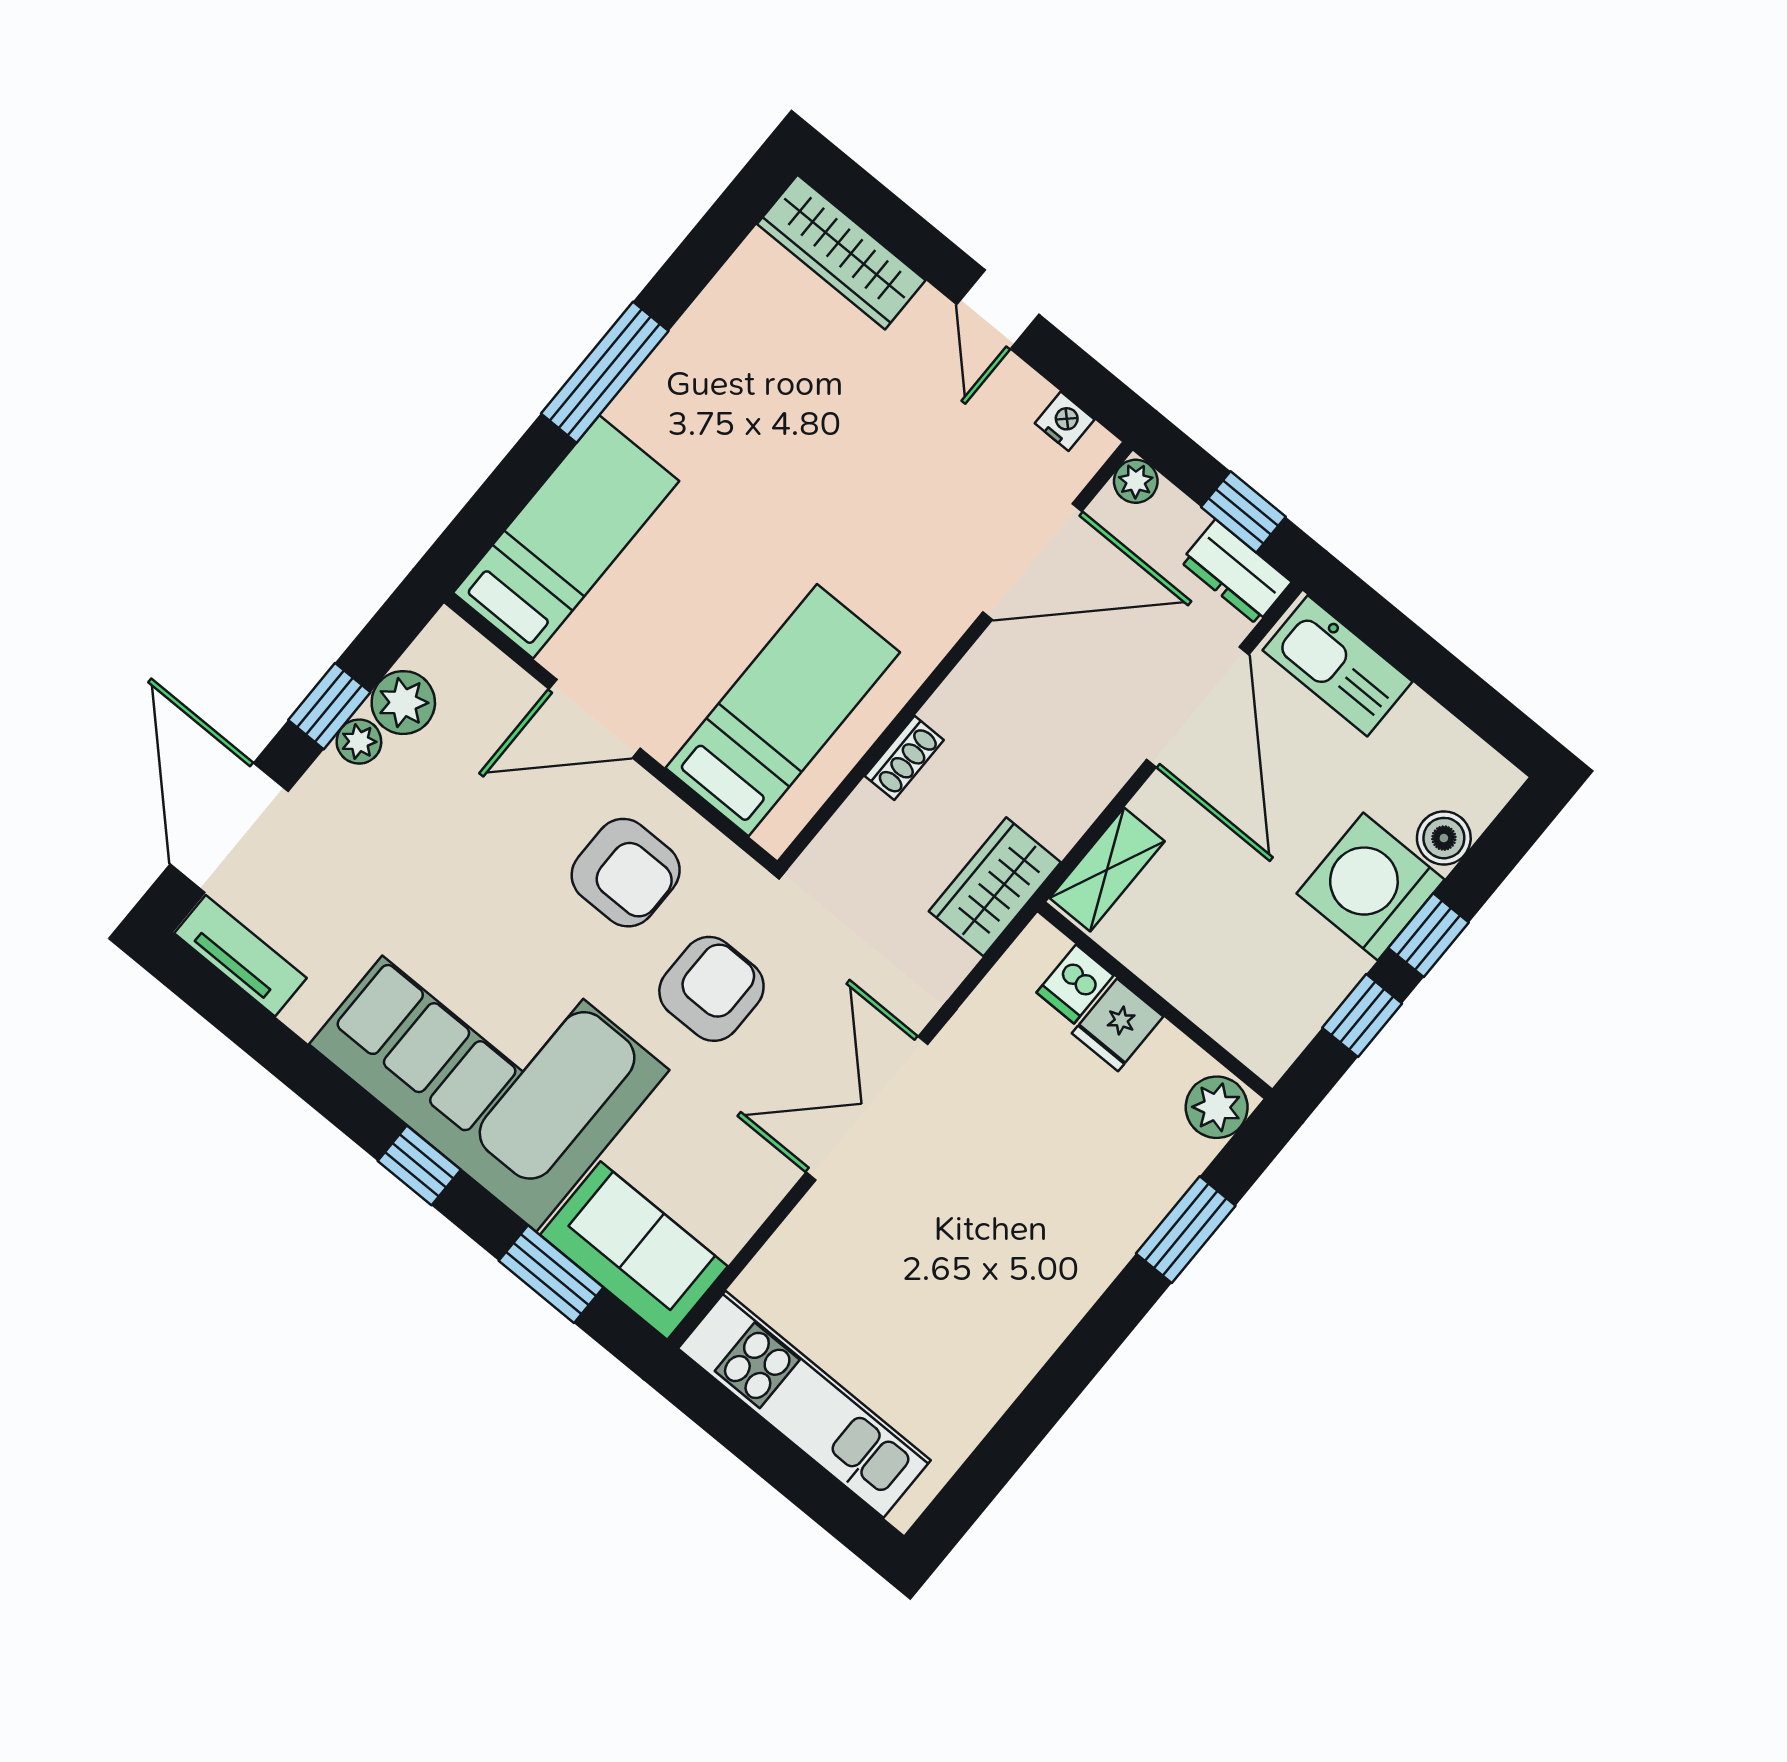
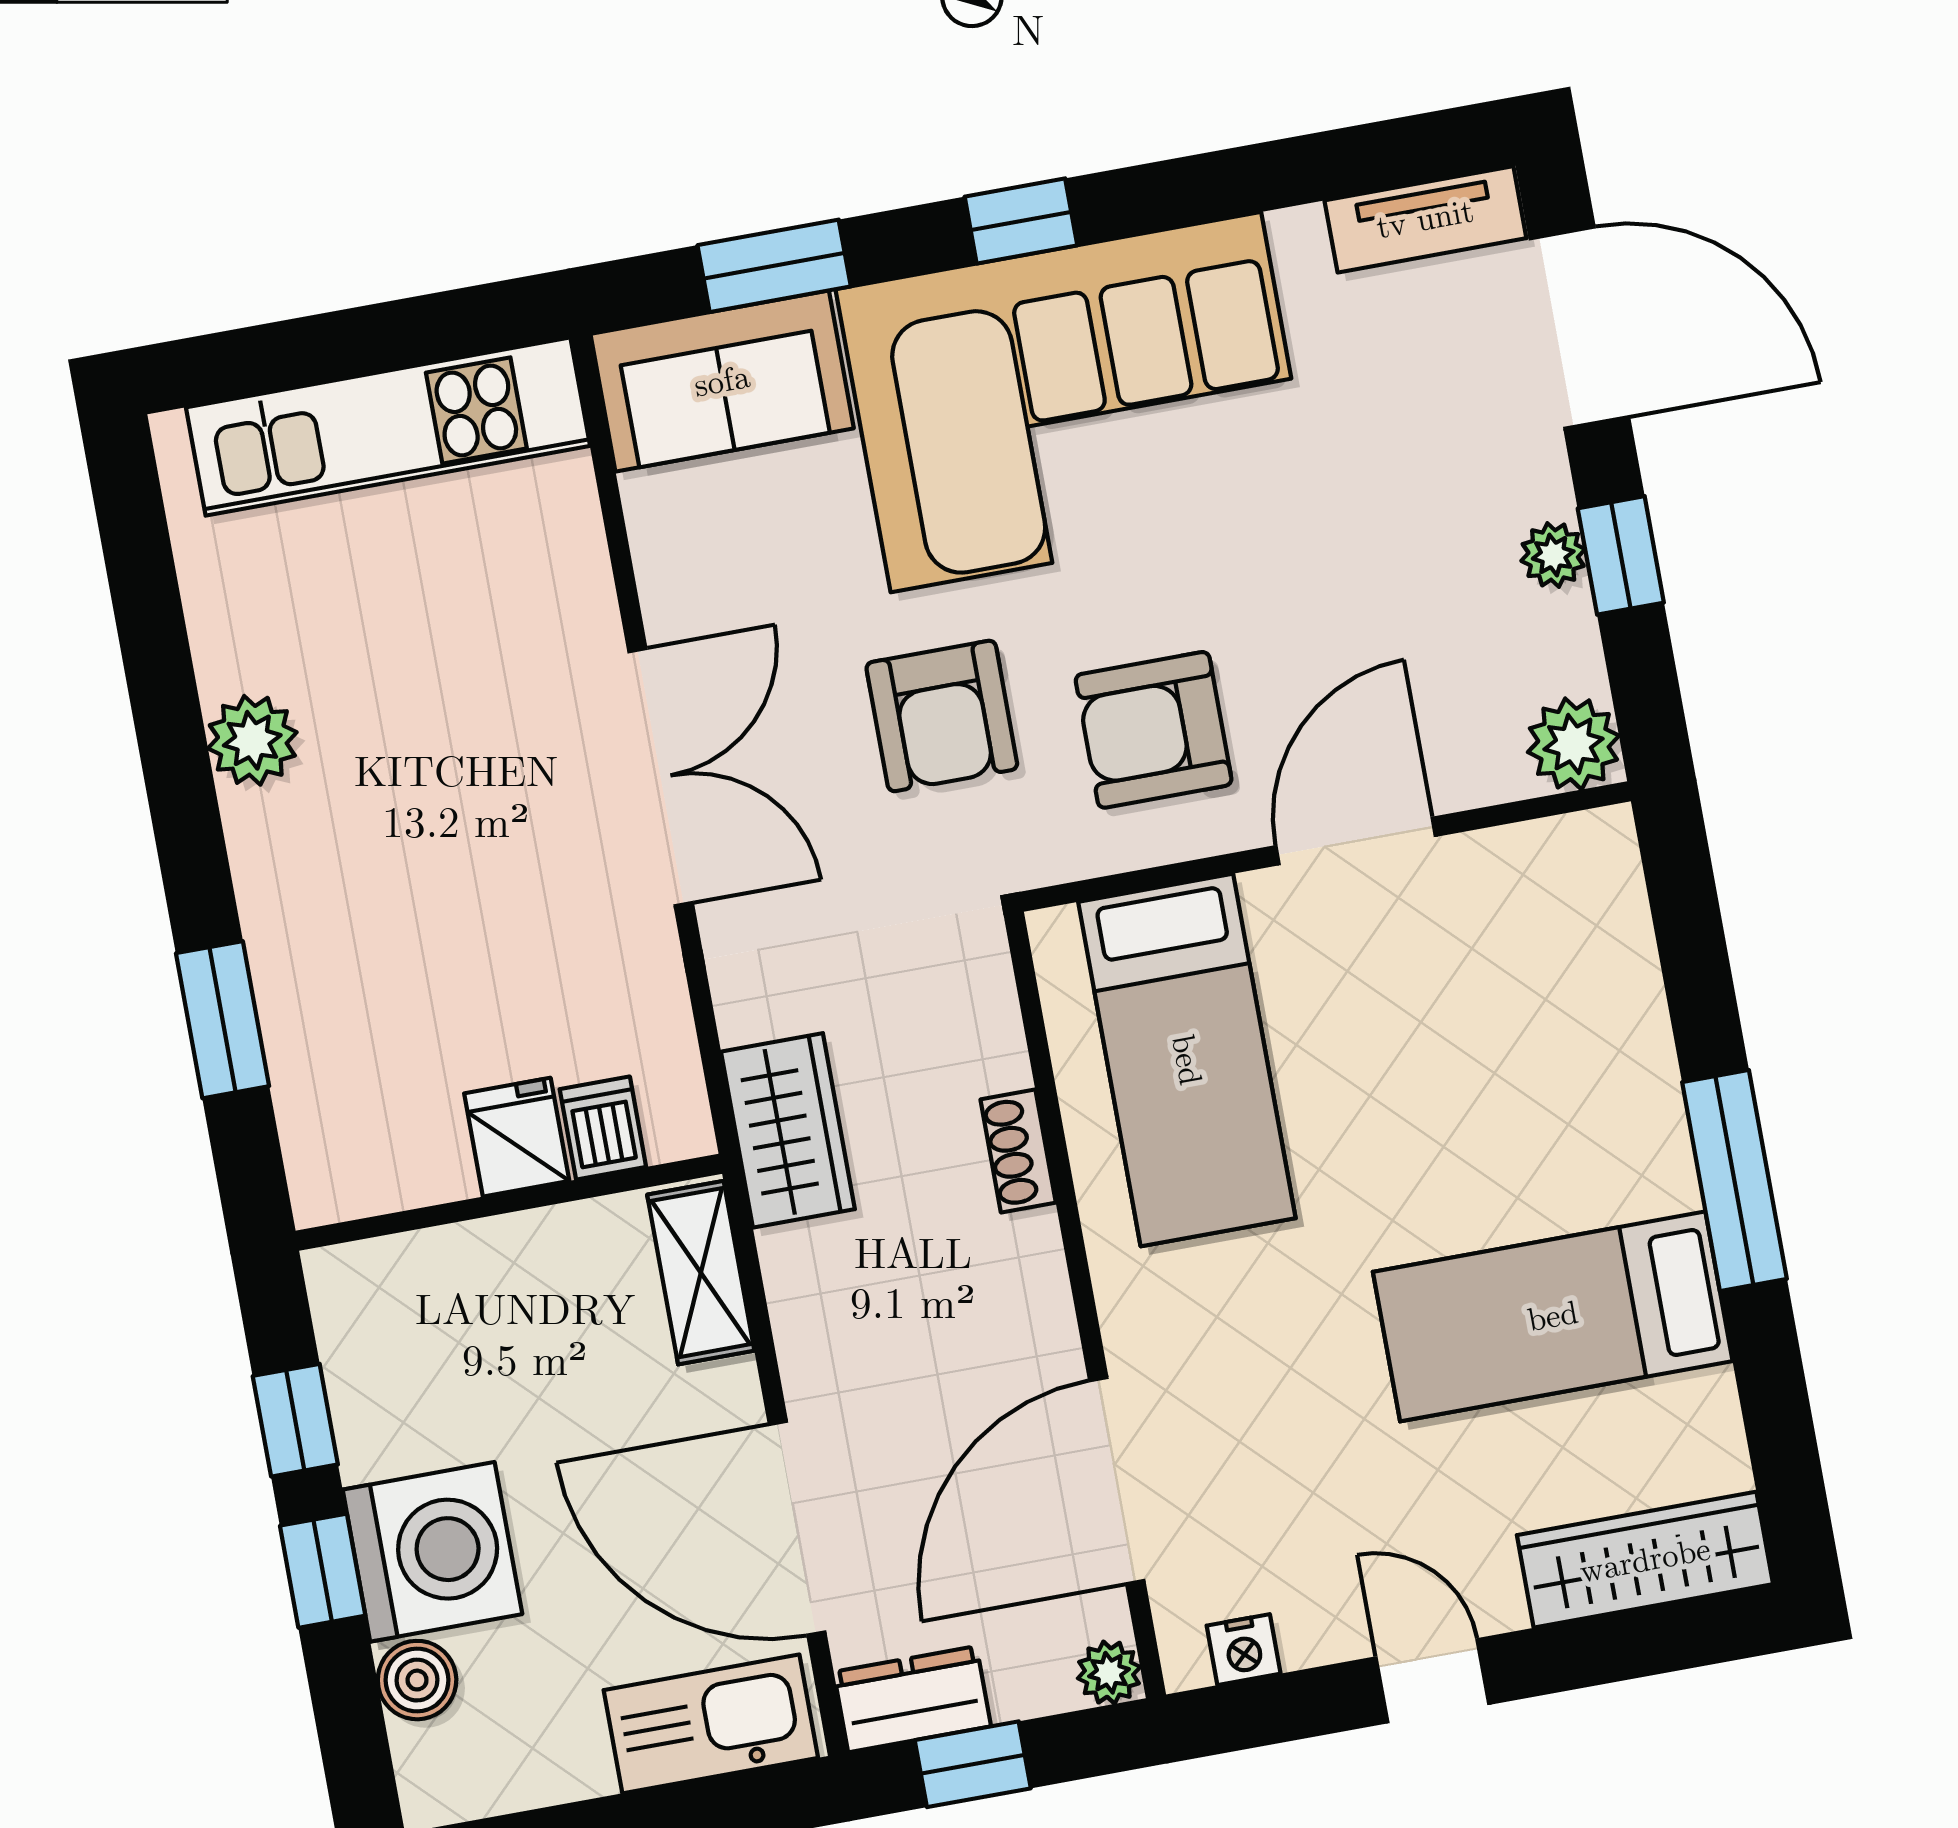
bed: (566, 537) -> (1553, 1316), moved, turned 90
plant: (403, 703) -> (1573, 744), moved
plant: (1217, 1107) -> (252, 740), moved

